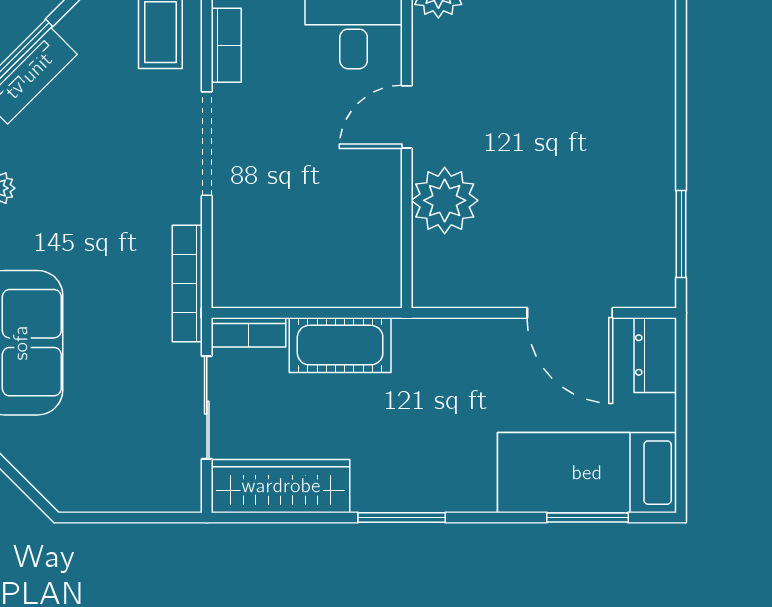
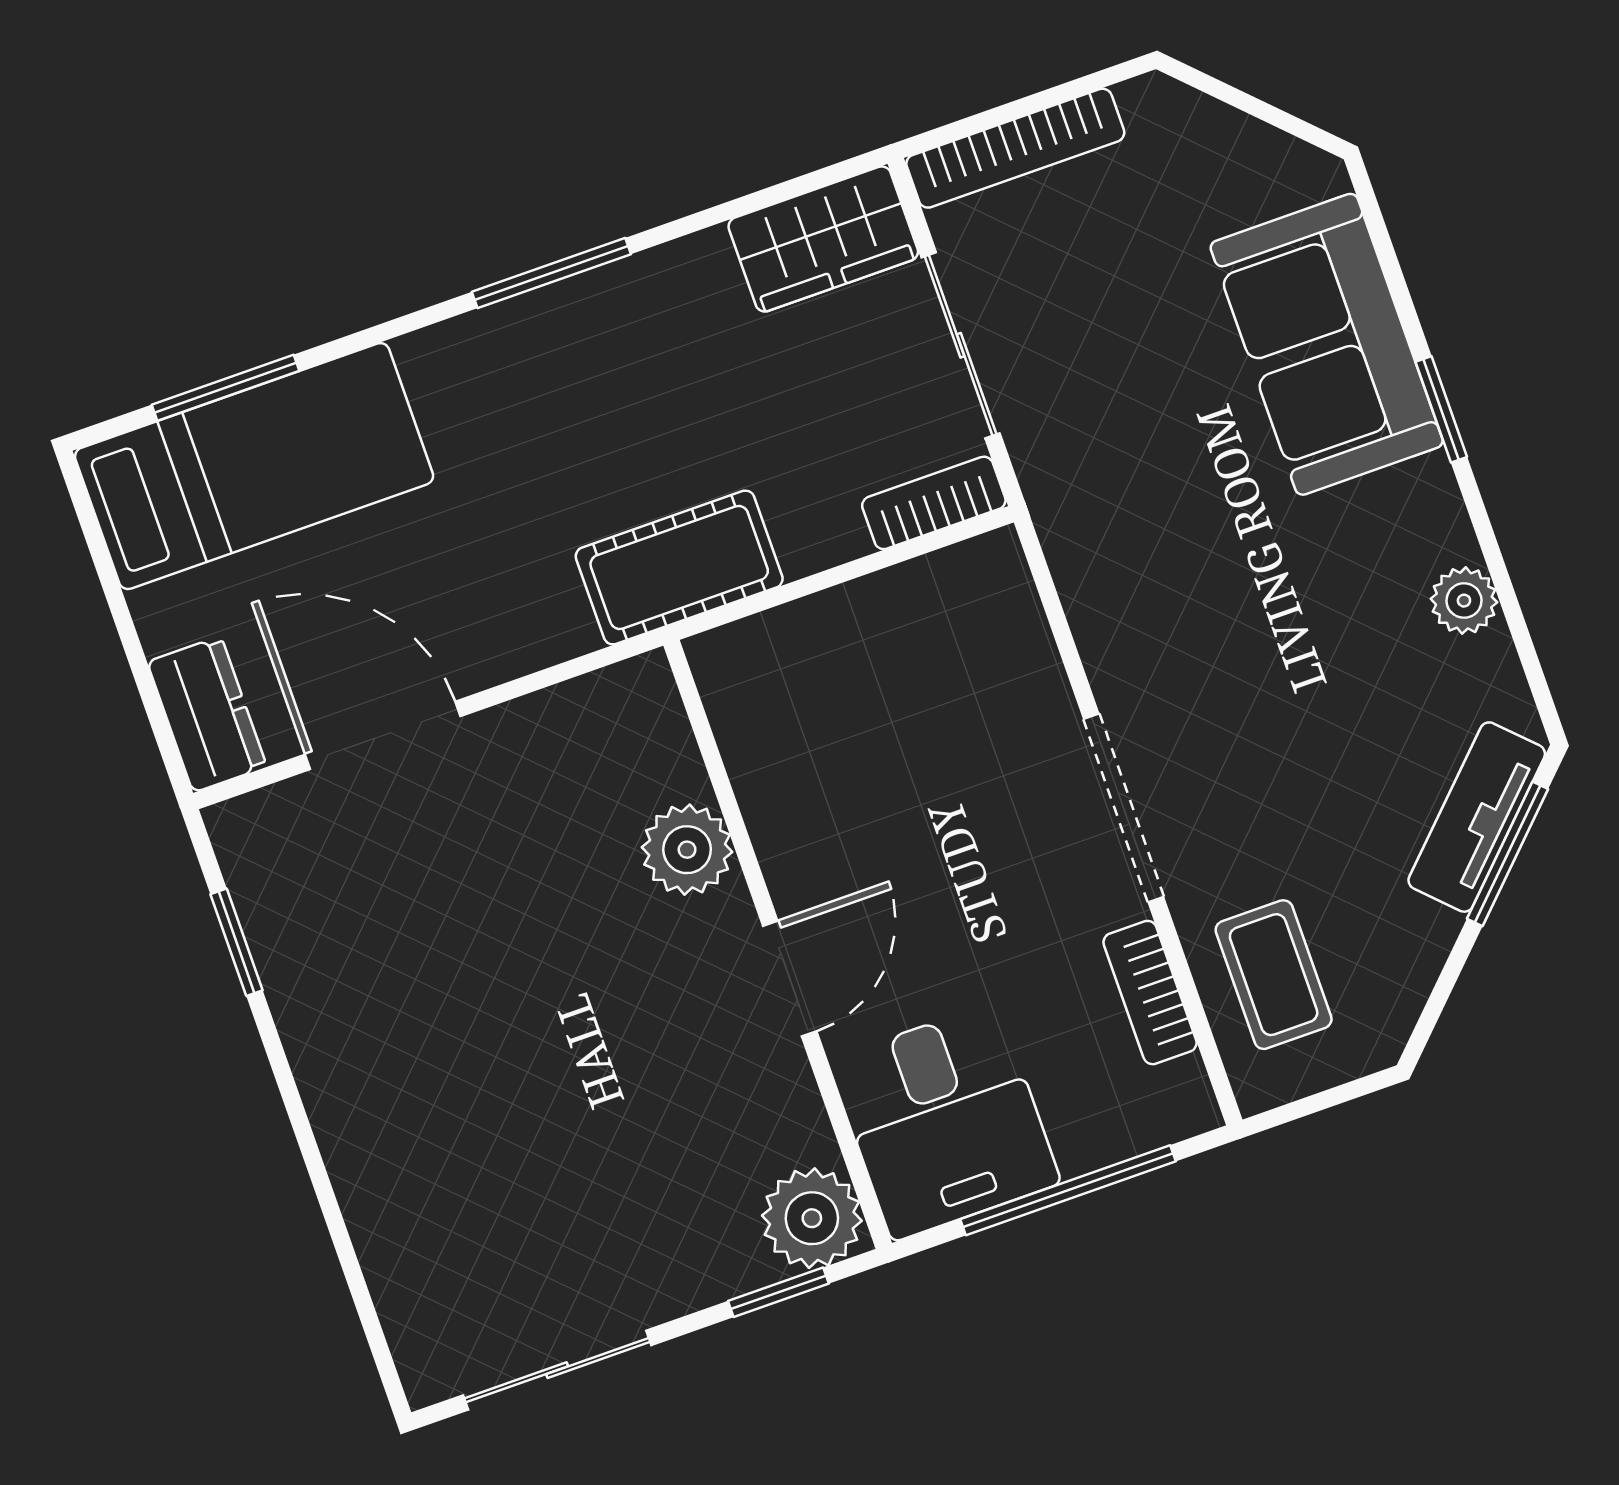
plant: (445, 200) -> (687, 850), width x0.73, depth x0.73
window: (681, 234) -> (236, 942), width x0.67
bookcase: (187, 283) -> (1015, 148), moved, turned 90
cot: (340, 345) -> (679, 568), moved
wardrobe: (281, 486) -> (823, 239), width x0.67

